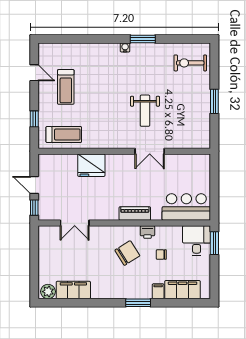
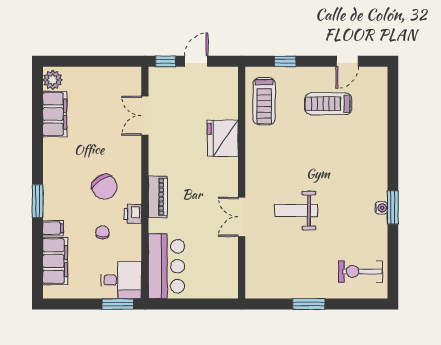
water cooler: (125, 47) -> (381, 208), moved
exercise bike: (190, 63) -> (360, 271), turned -90

